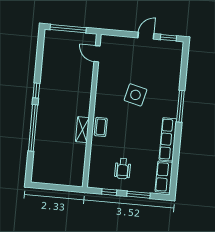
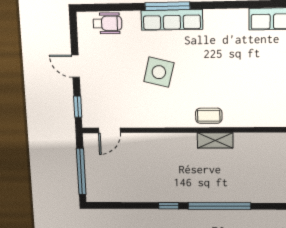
window: (168, 38) -> (78, 107), moved
row of seats: (168, 139) -> (172, 20), moved
wheelchair: (123, 169) -> (107, 23), moved

